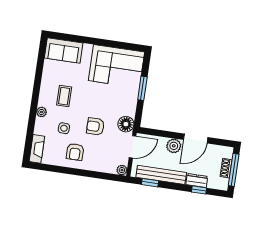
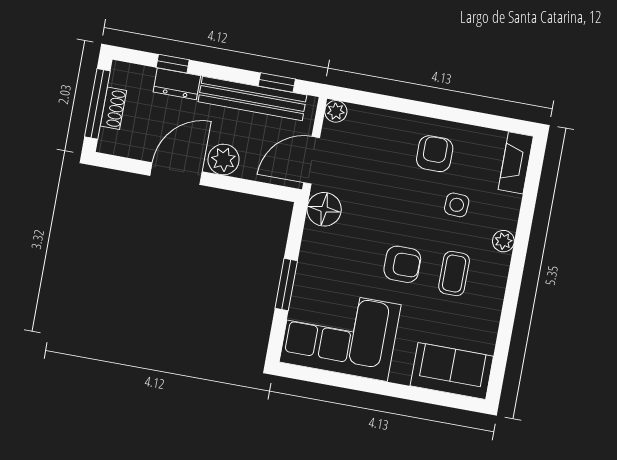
armchair: (95, 126) -> (402, 264), moved

